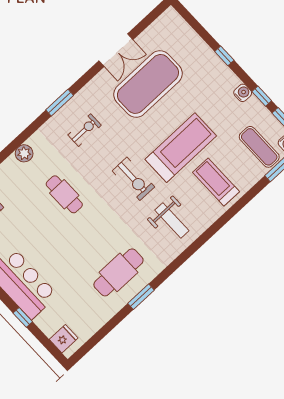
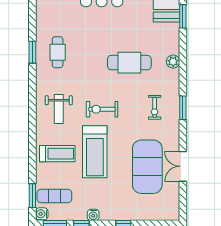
cafe table: (64, 194) -> (129, 63), width x1.37, depth x1.35
weight bench: (172, 220) -> (59, 109), turned -90
cafe table: (118, 272) -> (58, 52), width x0.73, depth x0.74

